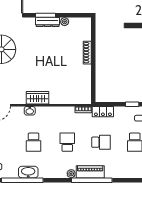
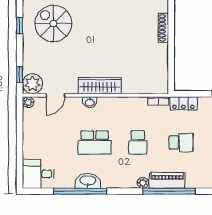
wardrobe: (37, 98) -> (100, 86), width x1.50
school desk: (34, 142) -> (95, 142), width x1.85
school desk: (67, 142) -> (138, 142), turned 180

